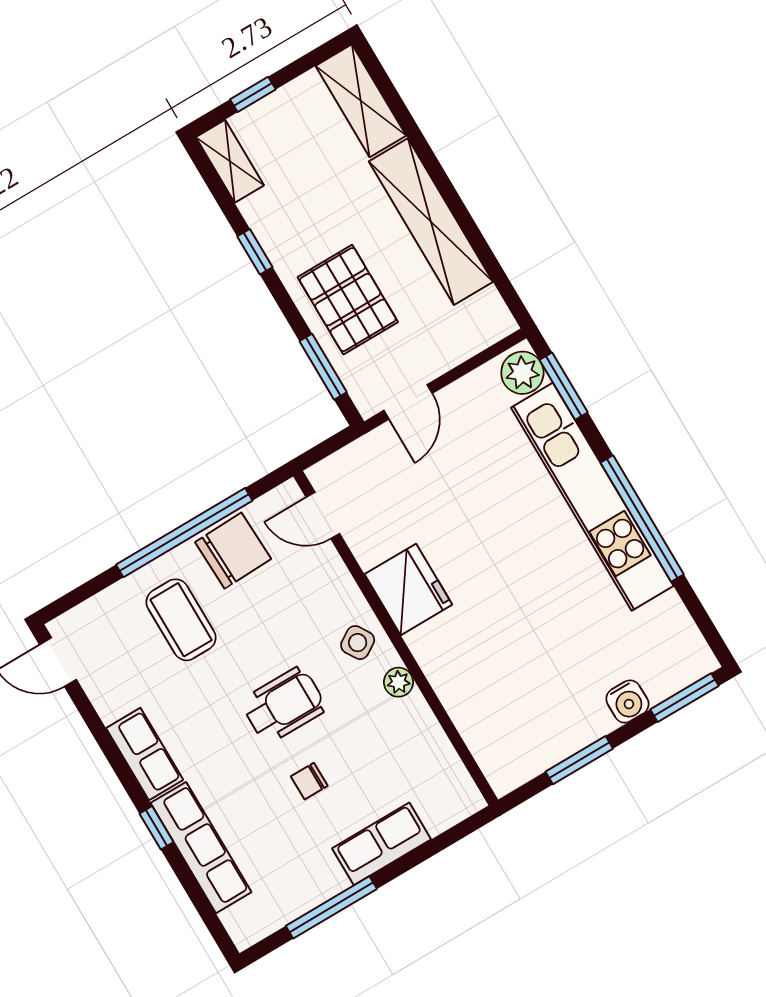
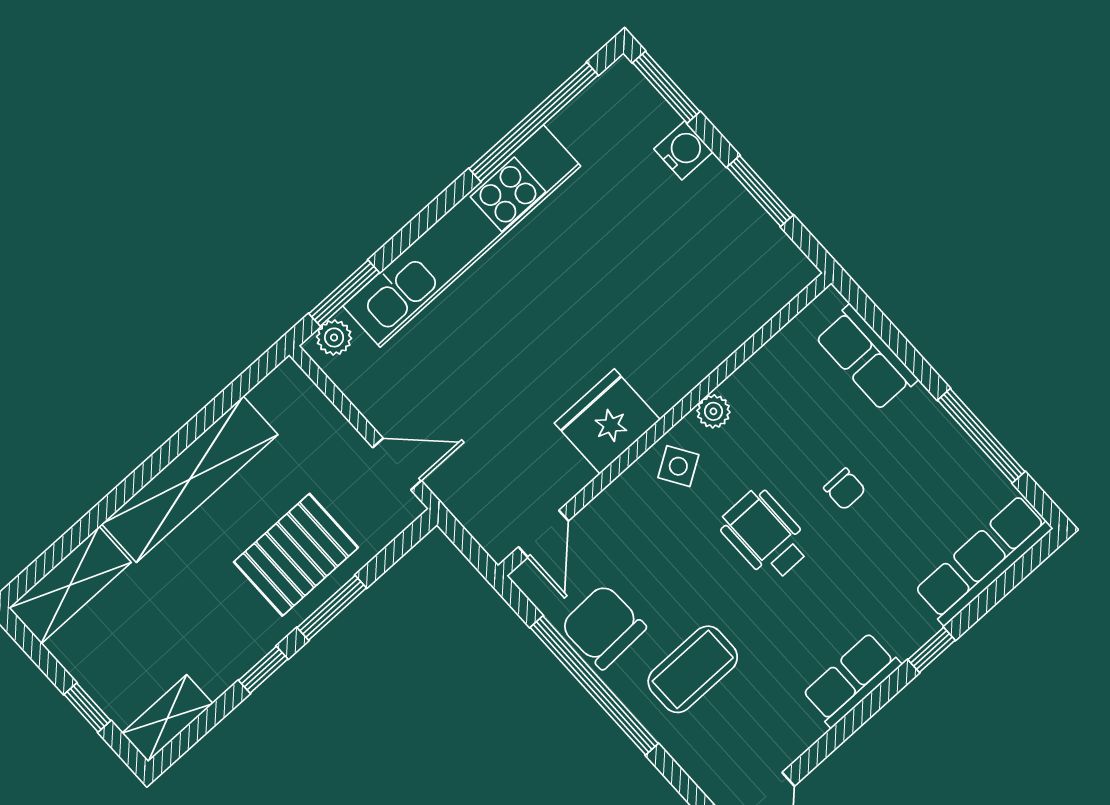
window: (323, 367) -> (332, 608), moved
plant: (522, 373) -> (334, 337), width x0.73, depth x0.73
window: (642, 518) -> (534, 122), moved
row of seats: (382, 844) -> (866, 358), moved
row of seats: (201, 848) -> (983, 560), moved

